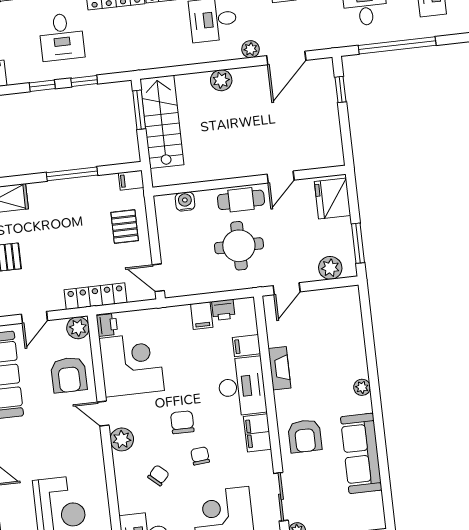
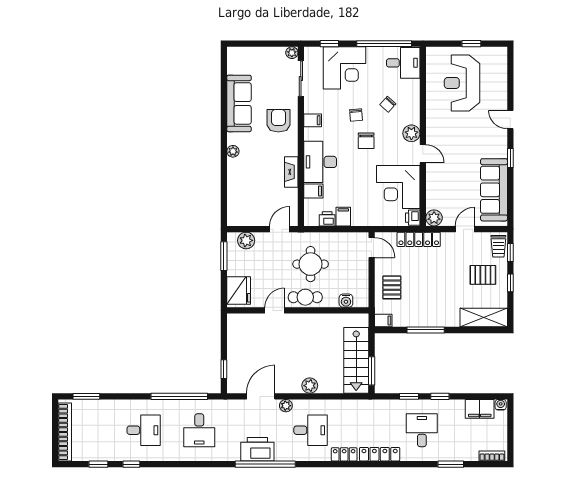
armchair: (69, 375) -> (445, 184), removed
filing cabinet: (257, 433) -> (313, 120), width x0.50

